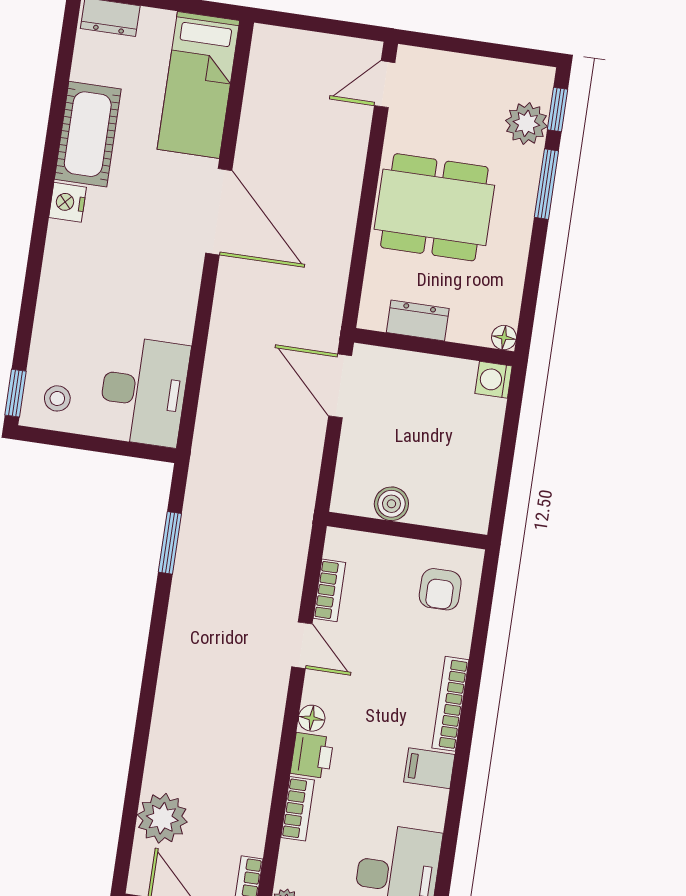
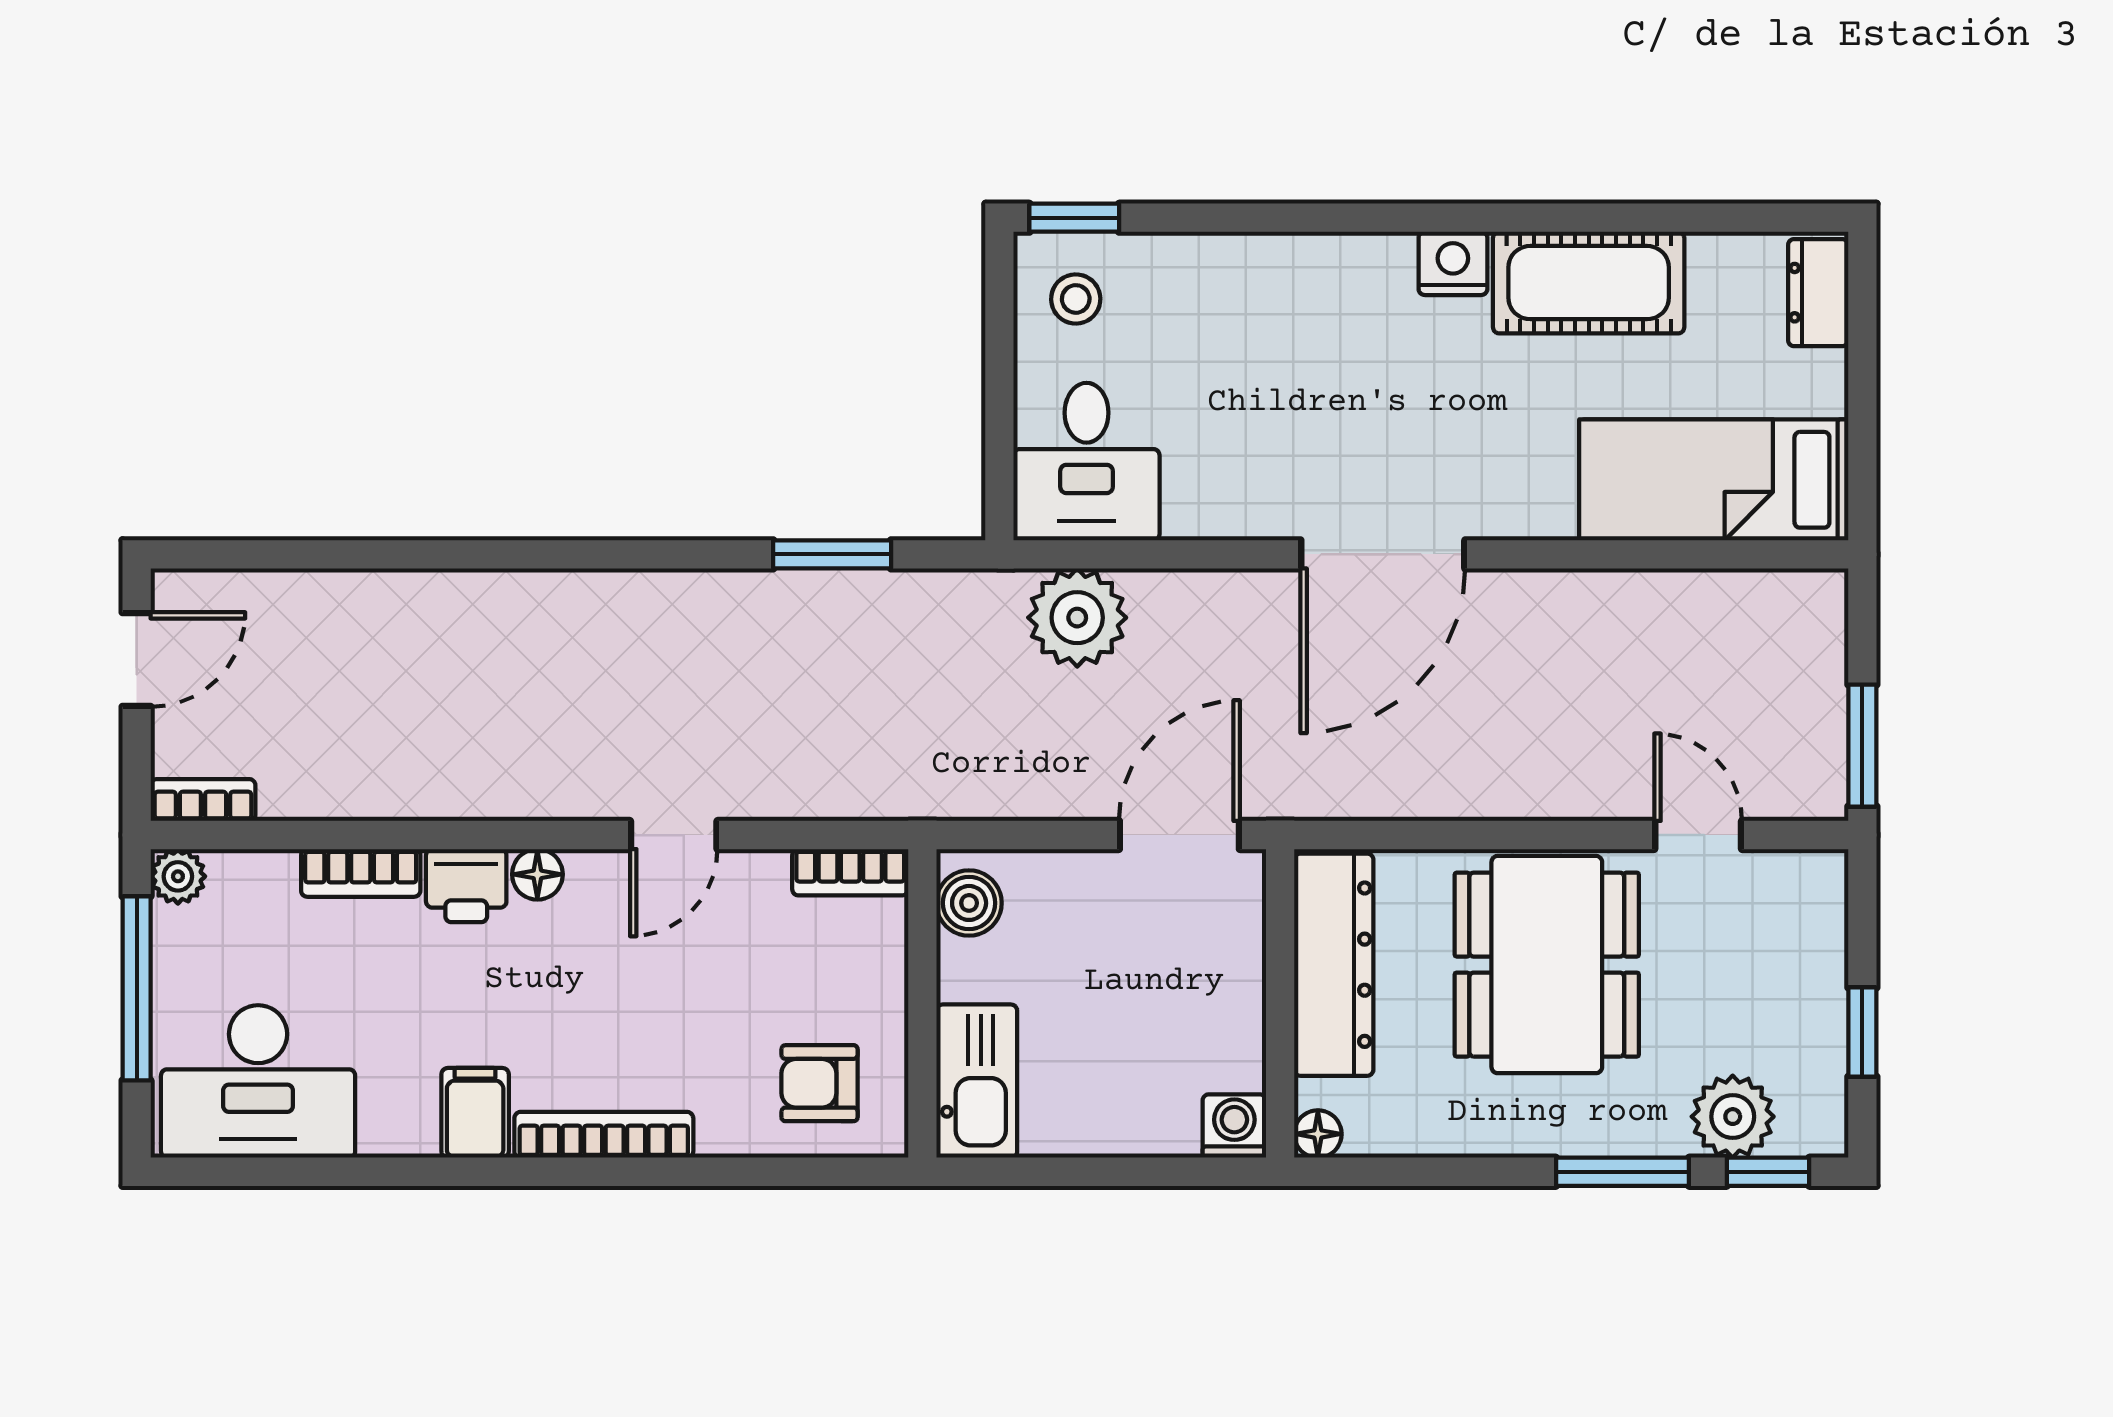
window: (346, 29) -> (1862, 746), added
window: (493, 50) -> (1862, 1032), added
door: (385, 84) -> (1698, 835), moved
door: (219, 212) -> (1383, 554), moved
dresser: (418, 321) -> (1334, 965), width x1.96, depth x1.24
desk: (144, 391) -> (1087, 462), width x0.73
boiler: (391, 504) -> (969, 903), moved
kitchen sink: (451, 509) -> (977, 1081), added
bookcase: (329, 590) -> (850, 872), moved
plant: (162, 818) -> (1077, 618), moved

